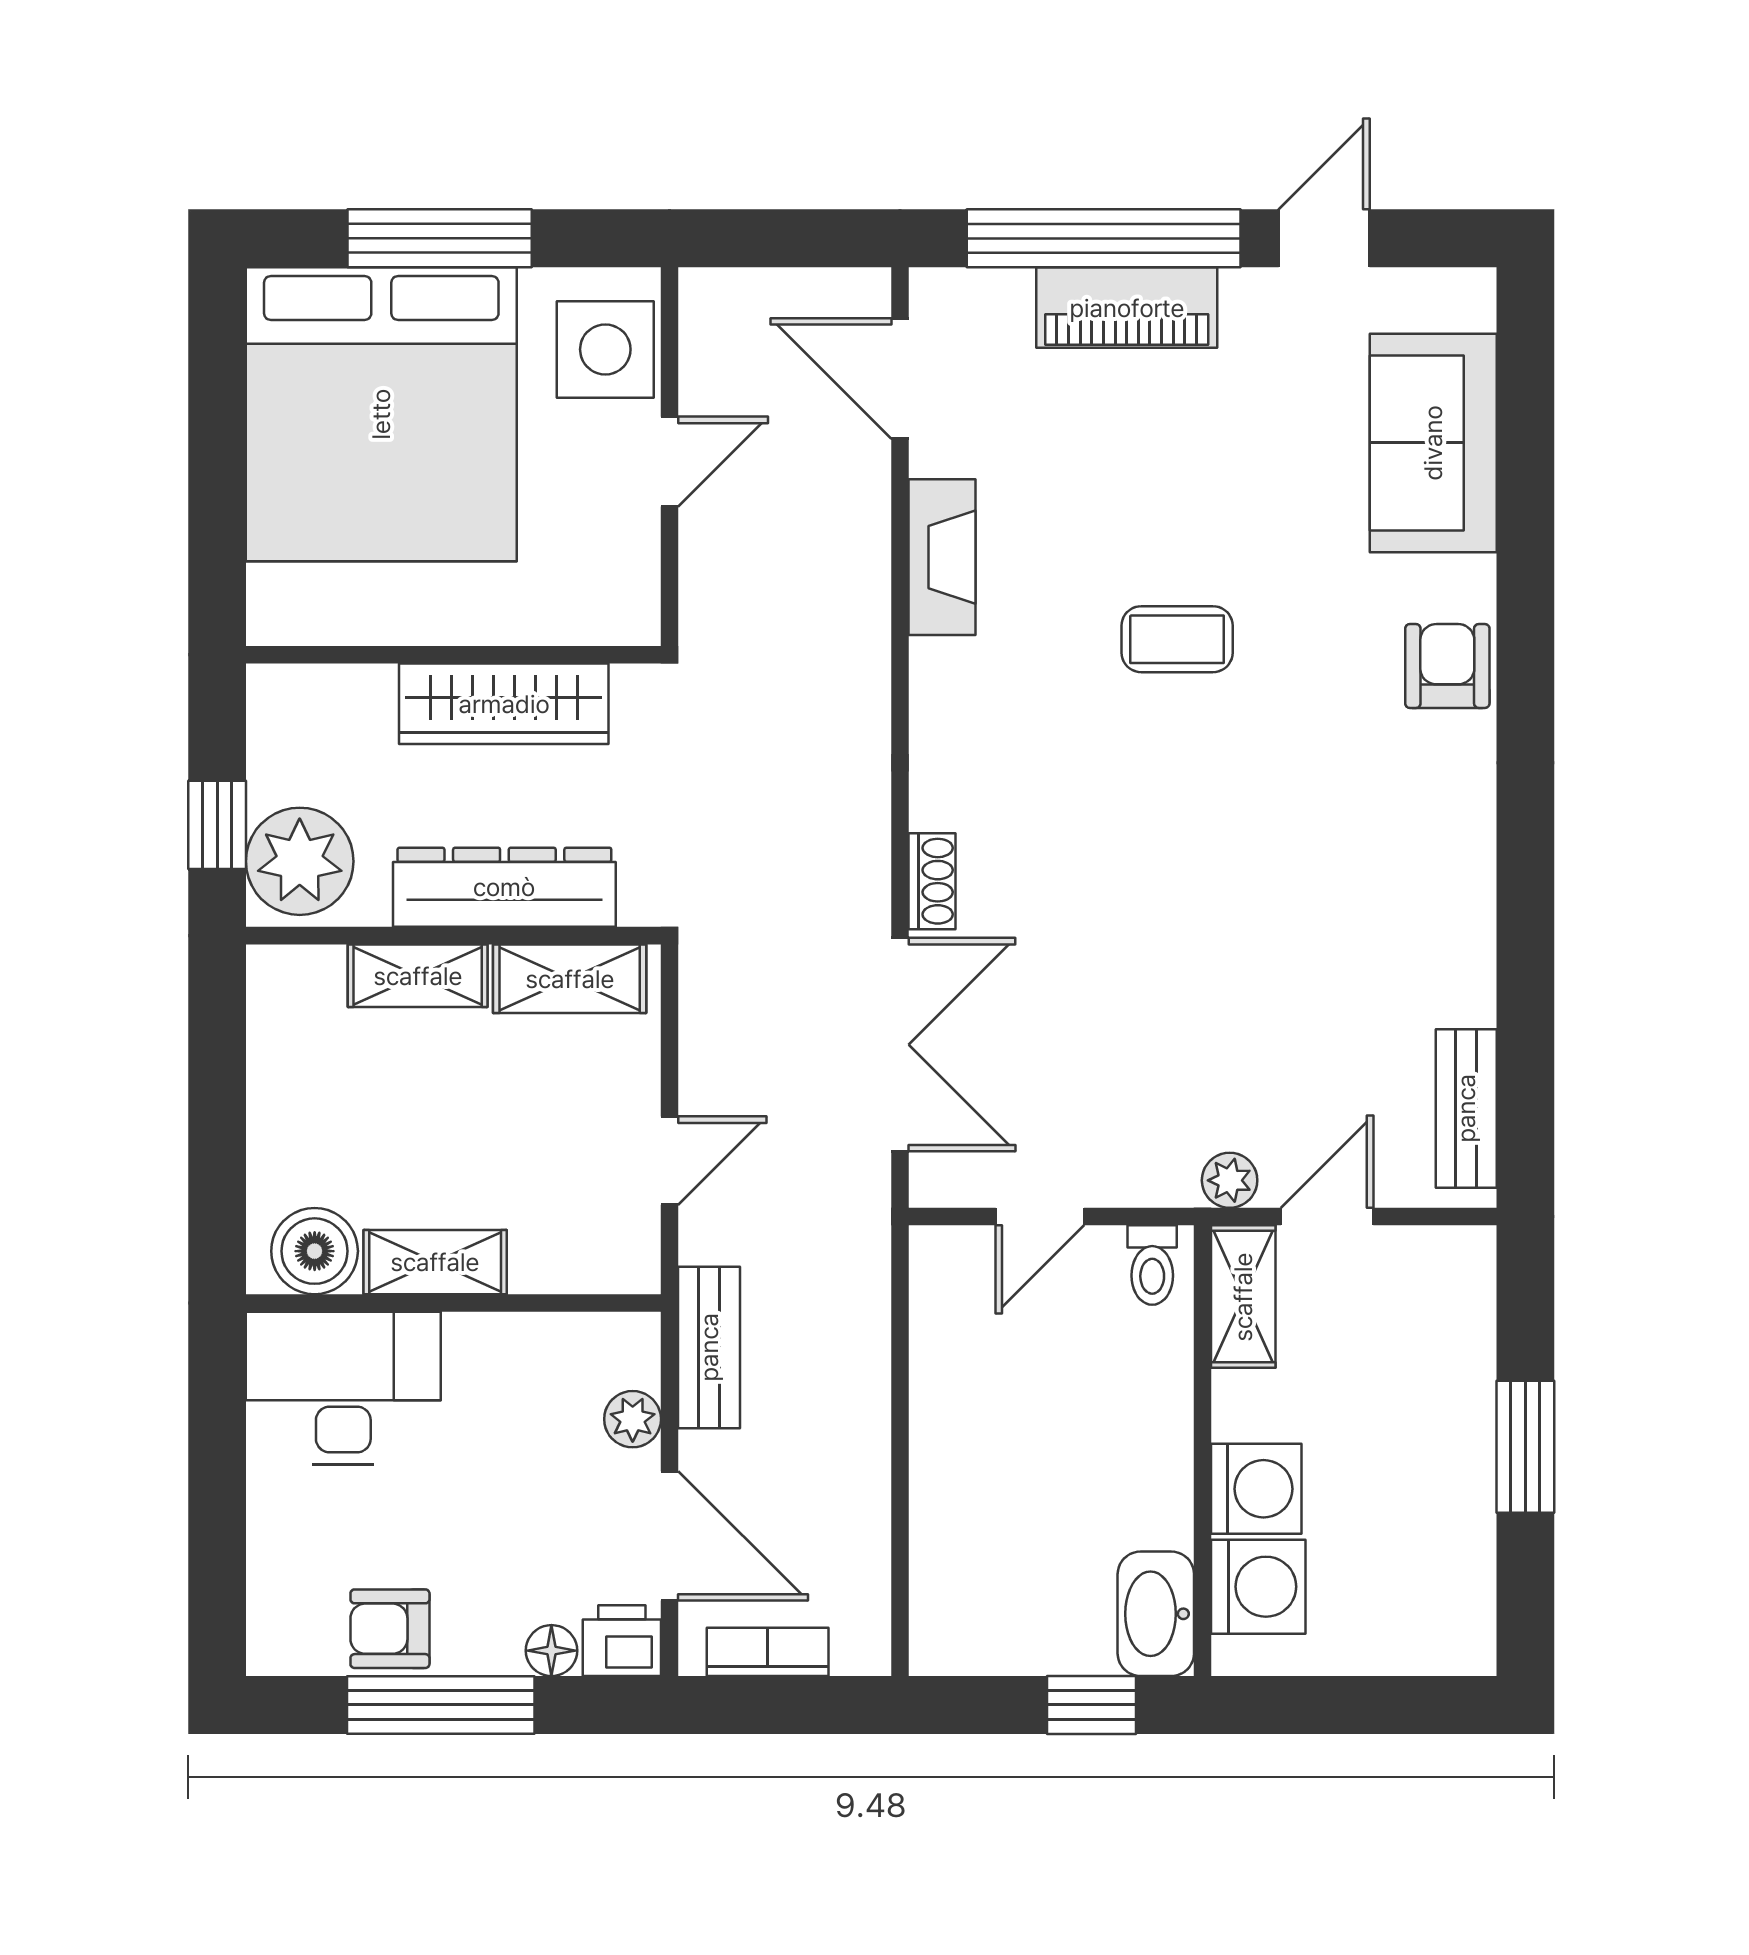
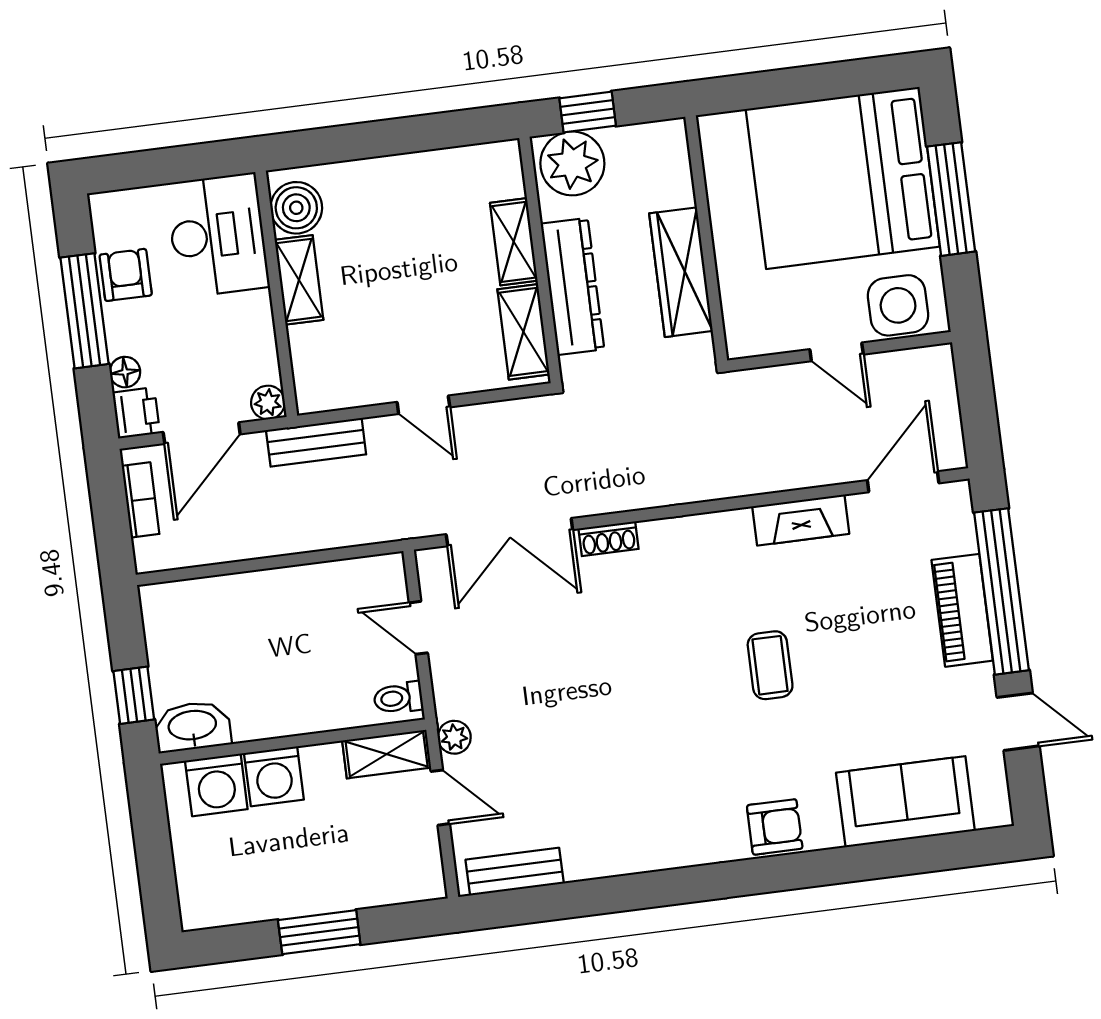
boiler: (315, 1251) -> (296, 208), moved
shelving: (435, 1262) -> (299, 280), moved
wall: (453, 1303) -> (276, 294), moved
desk: (343, 1388) -> (217, 235), moved

